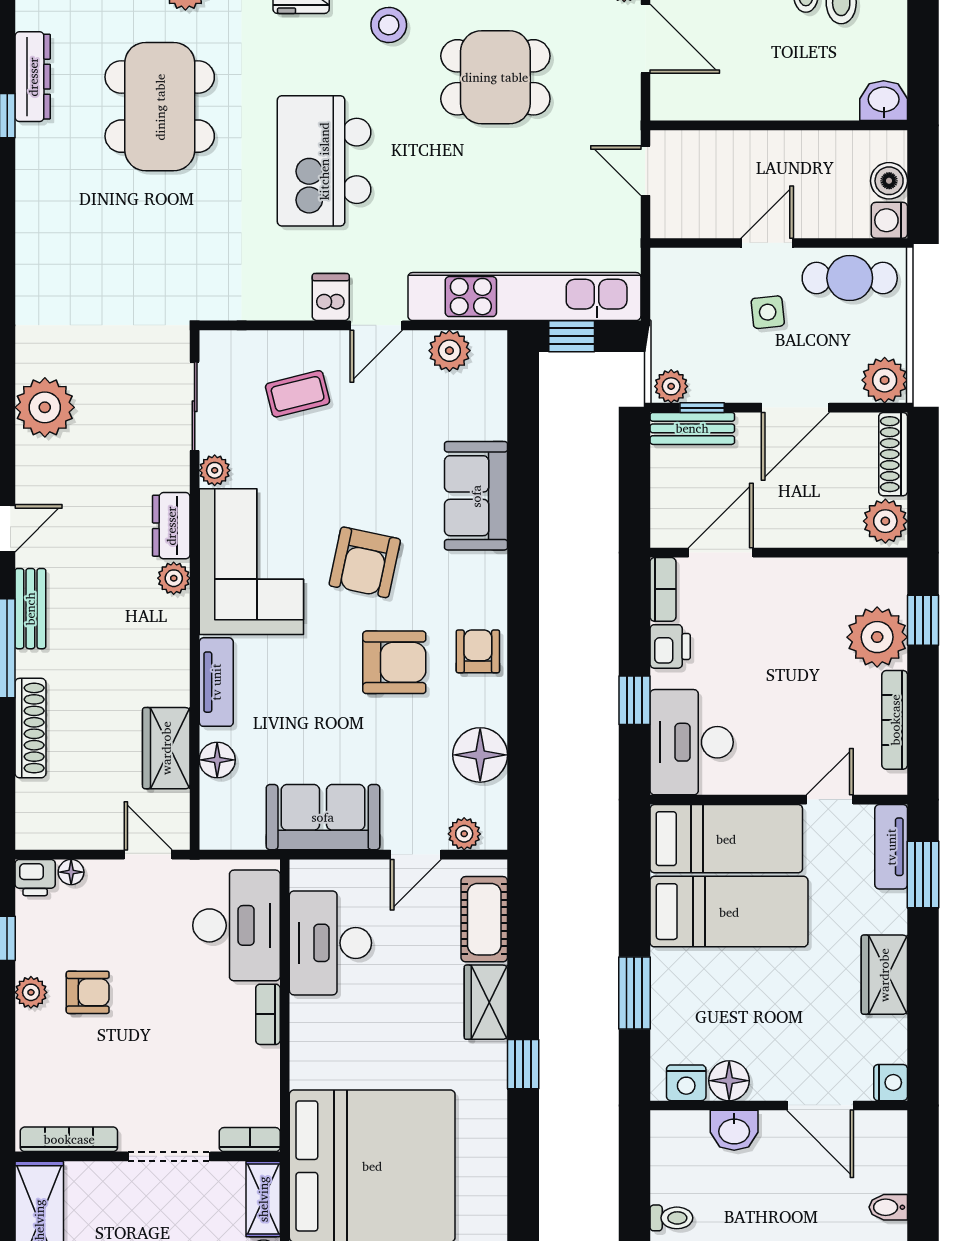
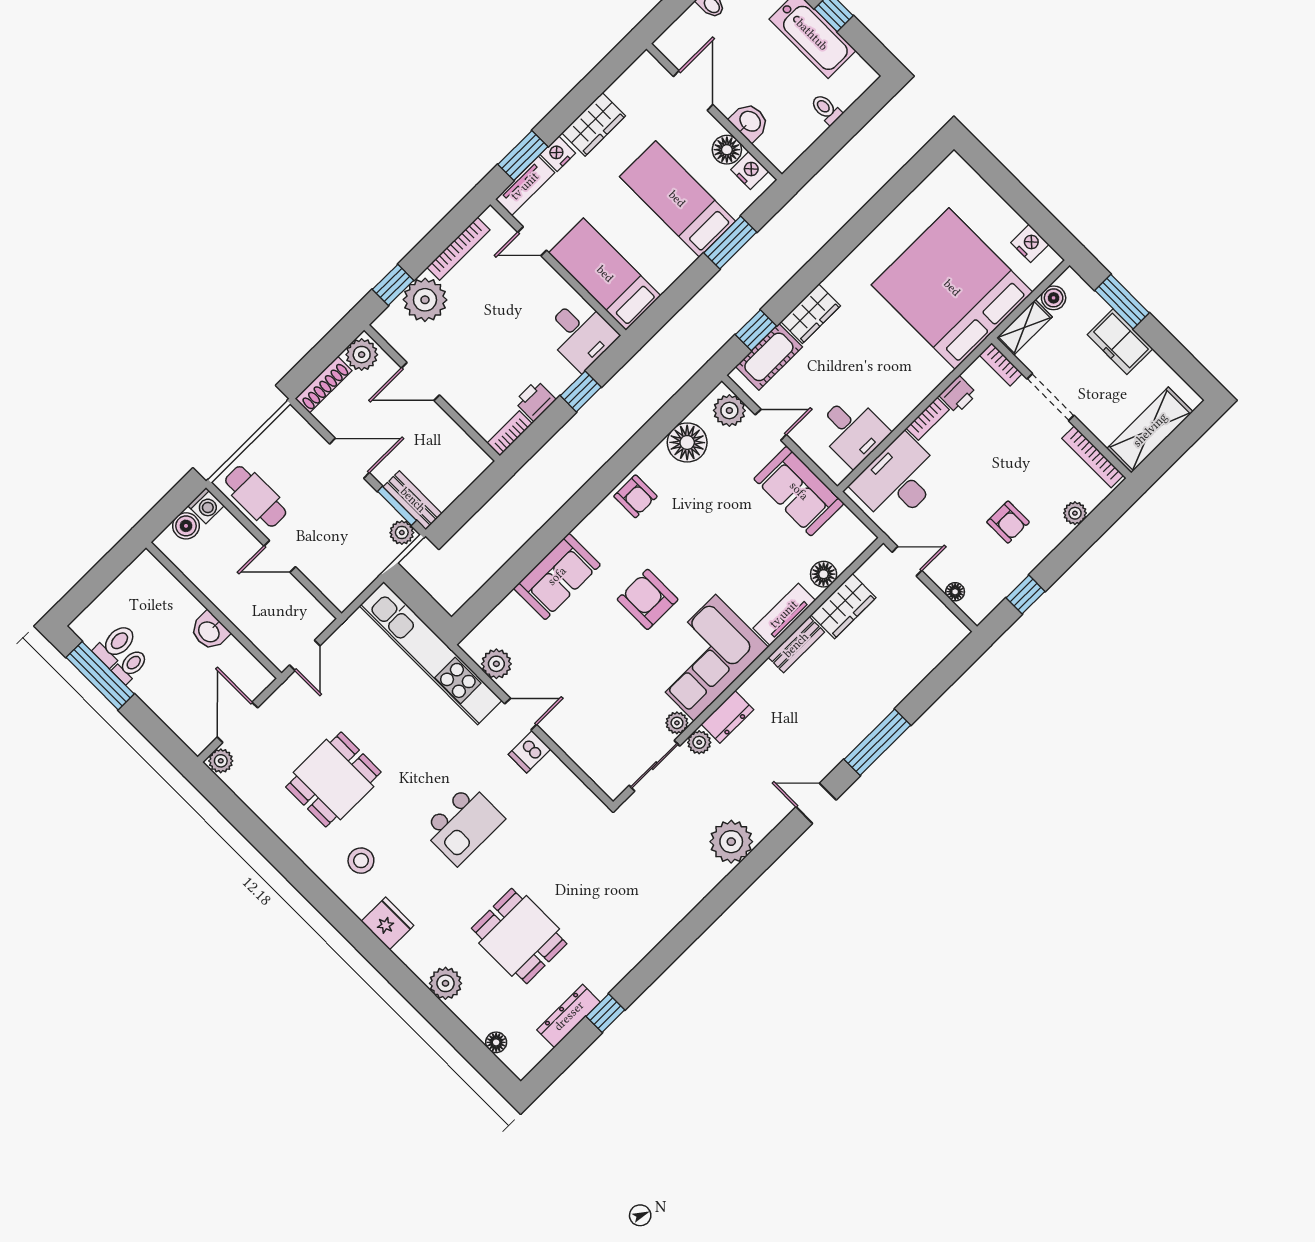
dining table: (495, 77) -> (333, 779), turned 90
washbasin: (884, 101) -> (209, 631), moved
dining table: (160, 107) -> (519, 936), width x0.73
kitchen island: (324, 161) -> (463, 824), width x0.73, depth x0.78
side table: (768, 312) -> (315, 521), removed
window: (572, 336) -> (427, 609), removed
plant: (885, 380) -> (290, 427), removed
coffee table: (298, 394) -> (596, 719), removed
window: (702, 408) -> (397, 506), width x1.50
door: (721, 553) -> (421, 381), moved
armchair: (365, 562) -> (648, 599), turned -102
plant: (174, 578) -> (699, 742), moved
bench: (30, 609) -> (796, 645), moved
armchair: (478, 651) -> (635, 496), turned -90
armchair: (394, 662) -> (684, 533), removed
shoe rack: (30, 728) -> (902, 686), removed
desk: (692, 742) -> (580, 334), width x0.73
plant: (464, 834) -> (729, 411), width x1.38, depth x1.38
door: (148, 855) -> (907, 561), swing flipped
printer: (35, 878) -> (958, 395), moved, turned 90
bed: (729, 912) -> (677, 199), moved
desk: (330, 943) -> (852, 430), width x0.73
plant: (31, 992) -> (1075, 513), moved
armchair: (88, 992) -> (1008, 522), turned 180
window: (523, 1064) -> (756, 330), moved
nightstand: (891, 1083) -> (558, 154), moved

